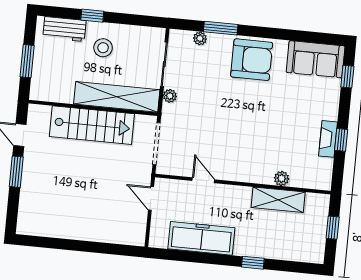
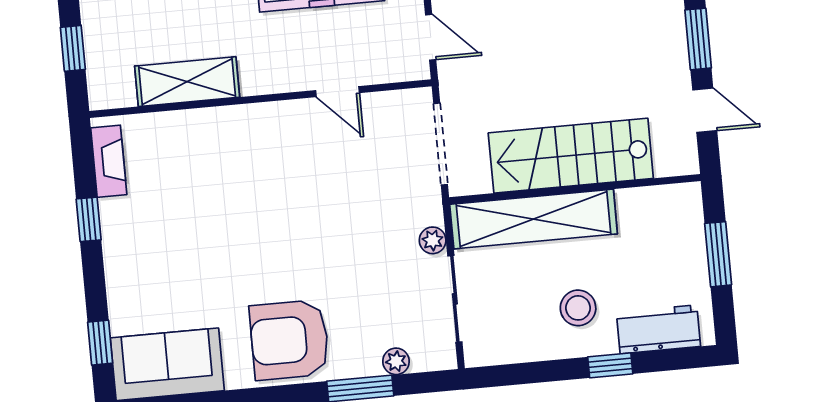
fireplace: (328, 139) -> (109, 161), moved
plant: (282, 178) -> (188, 124), removed

